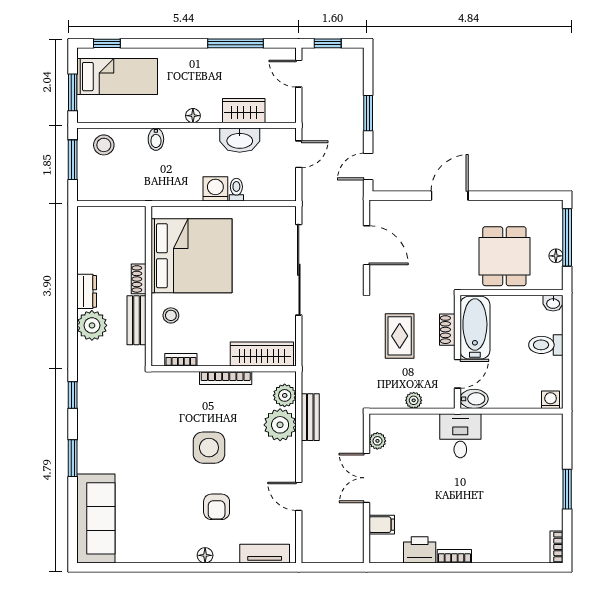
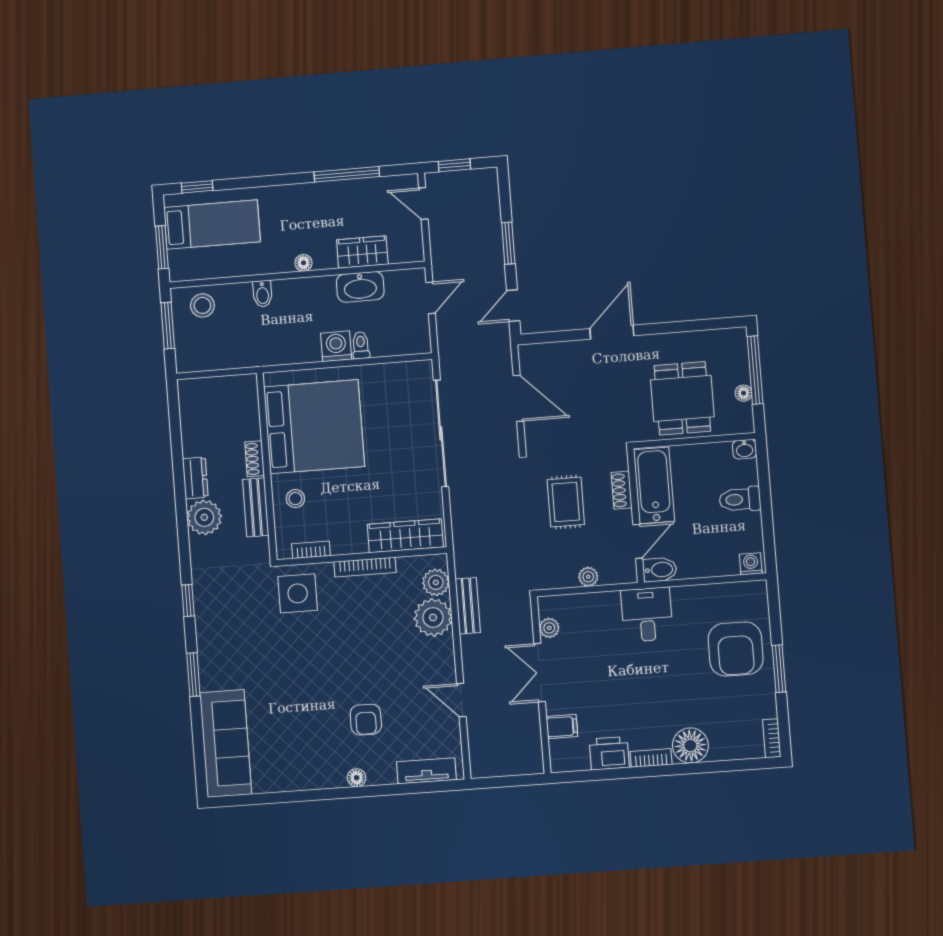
side table: (209, 448) -> (298, 593), moved
armchair: (532, 470) -> (736, 649), added
floor lamp: (488, 548) -> (690, 745), added

